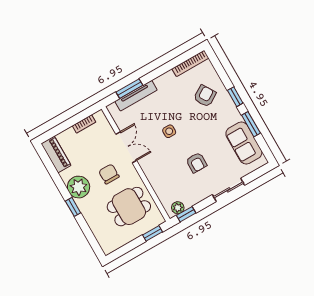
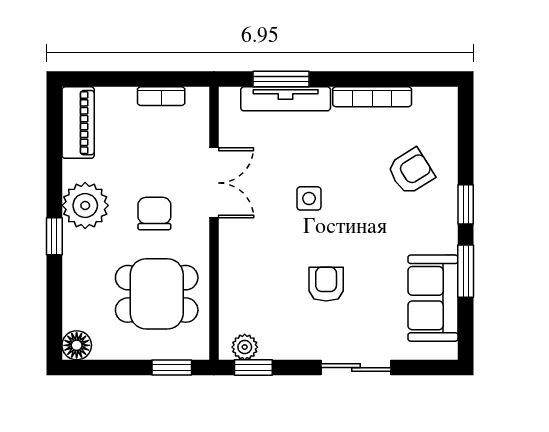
bookcase: (190, 63) -> (372, 97), moved
armchair: (196, 163) -> (326, 284), turned 180
floor lamp: (108, 247) -> (77, 345), added

